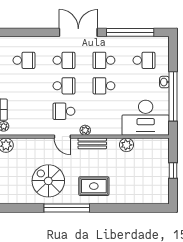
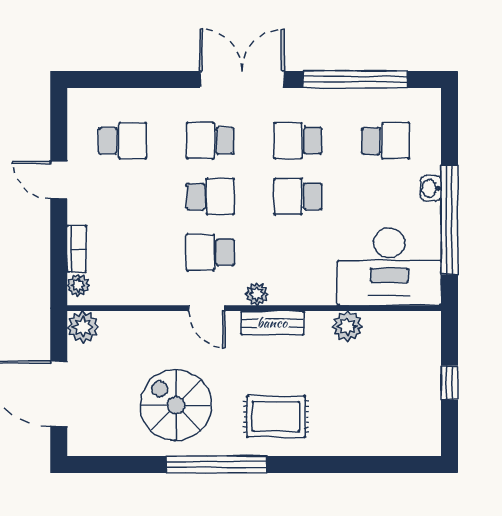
school desk: (64, 60) -> (210, 141), turned 180

